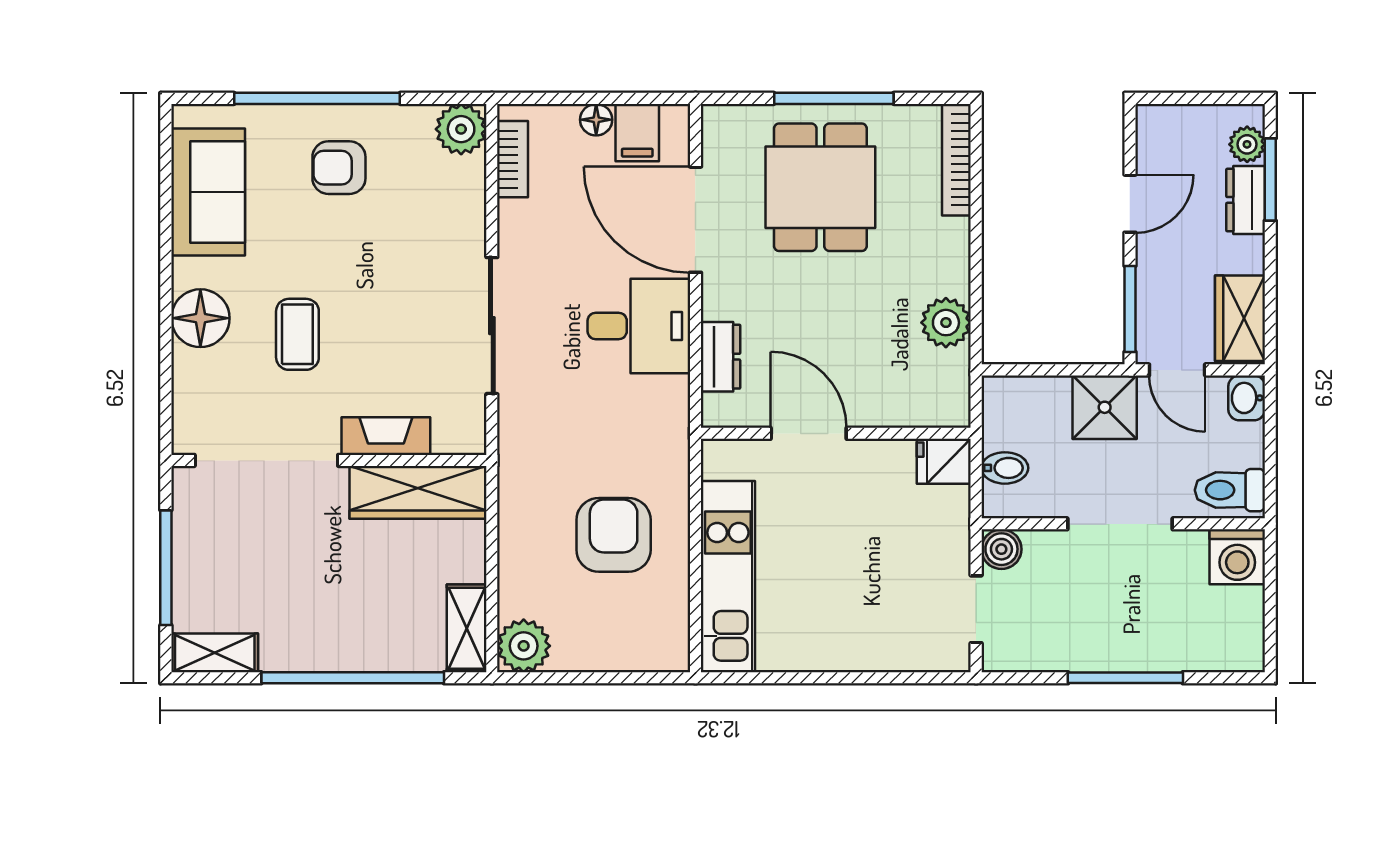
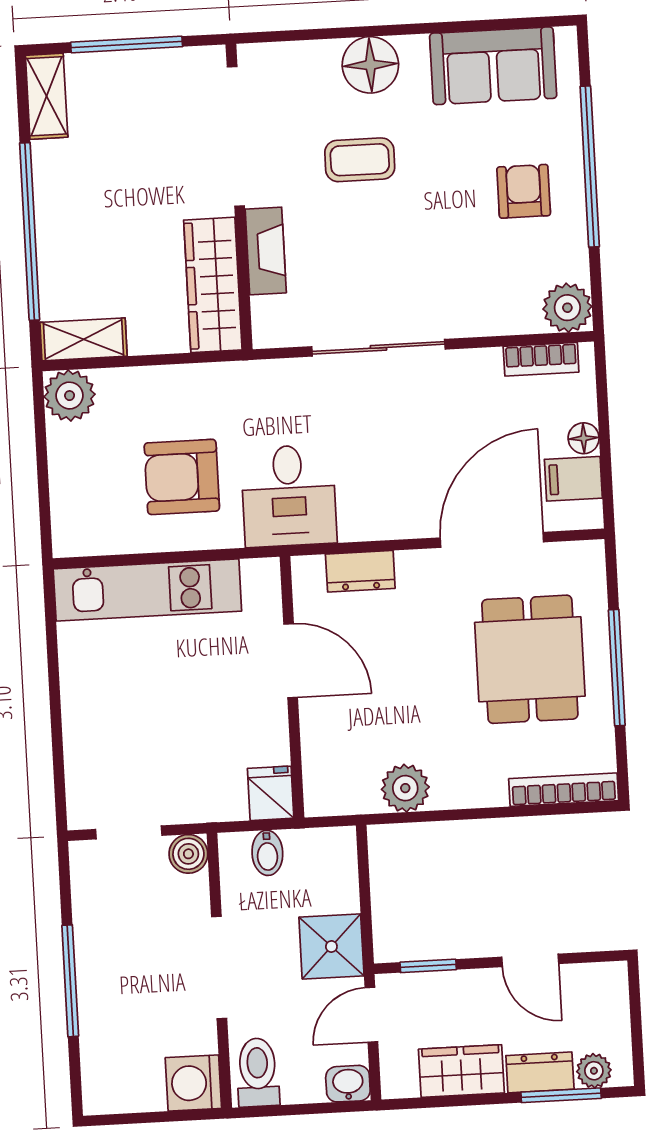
dining table: (820, 187) -> (530, 659), turned 90
window: (1130, 309) -> (428, 966), width x0.67
wardrobe: (1240, 318) -> (461, 1071), moved
desk: (639, 326) -> (289, 496), moved
door: (809, 433) -> (291, 661), hinge flipped
armchair: (614, 535) -> (182, 477), turned 180

